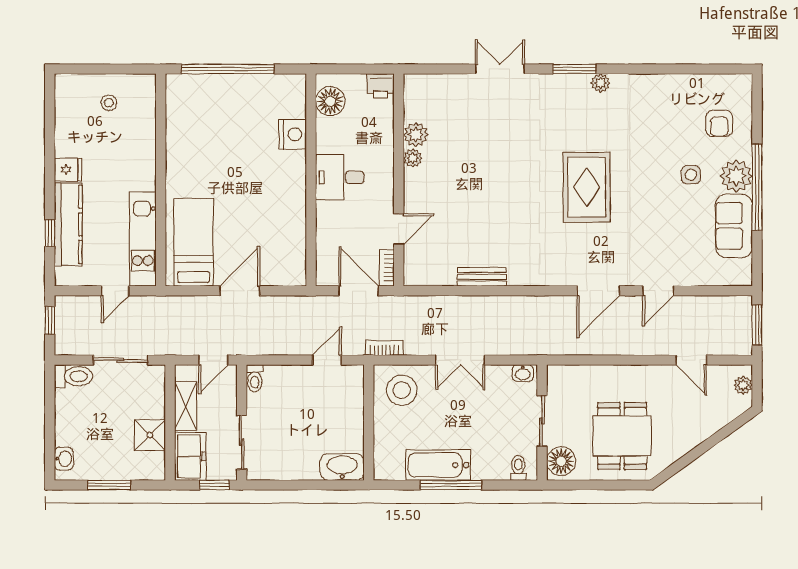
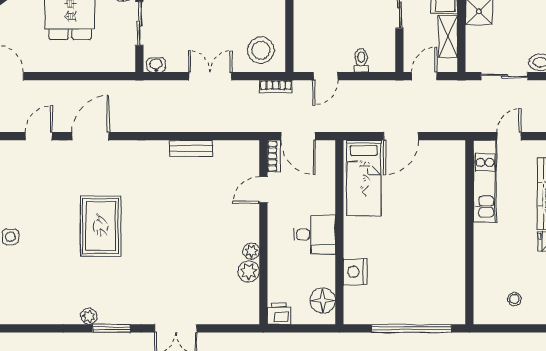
bed: (194, 242) -> (364, 178), moved
toilet: (255, 378) -> (361, 60), moved

